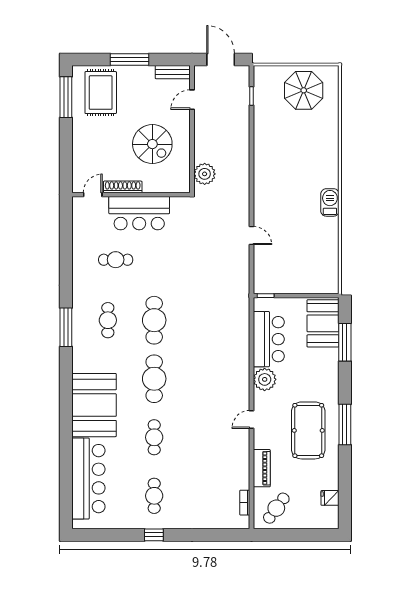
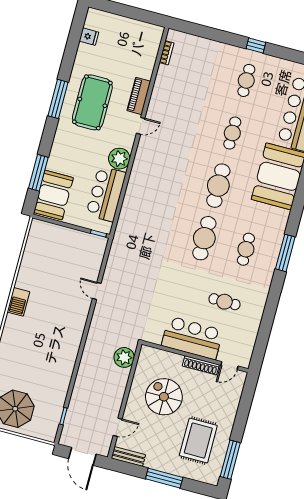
rug: (101, 93) -> (198, 441), moved
piano: (262, 468) -> (139, 96), moved
cafe table: (276, 508) -> (140, 40), removed

